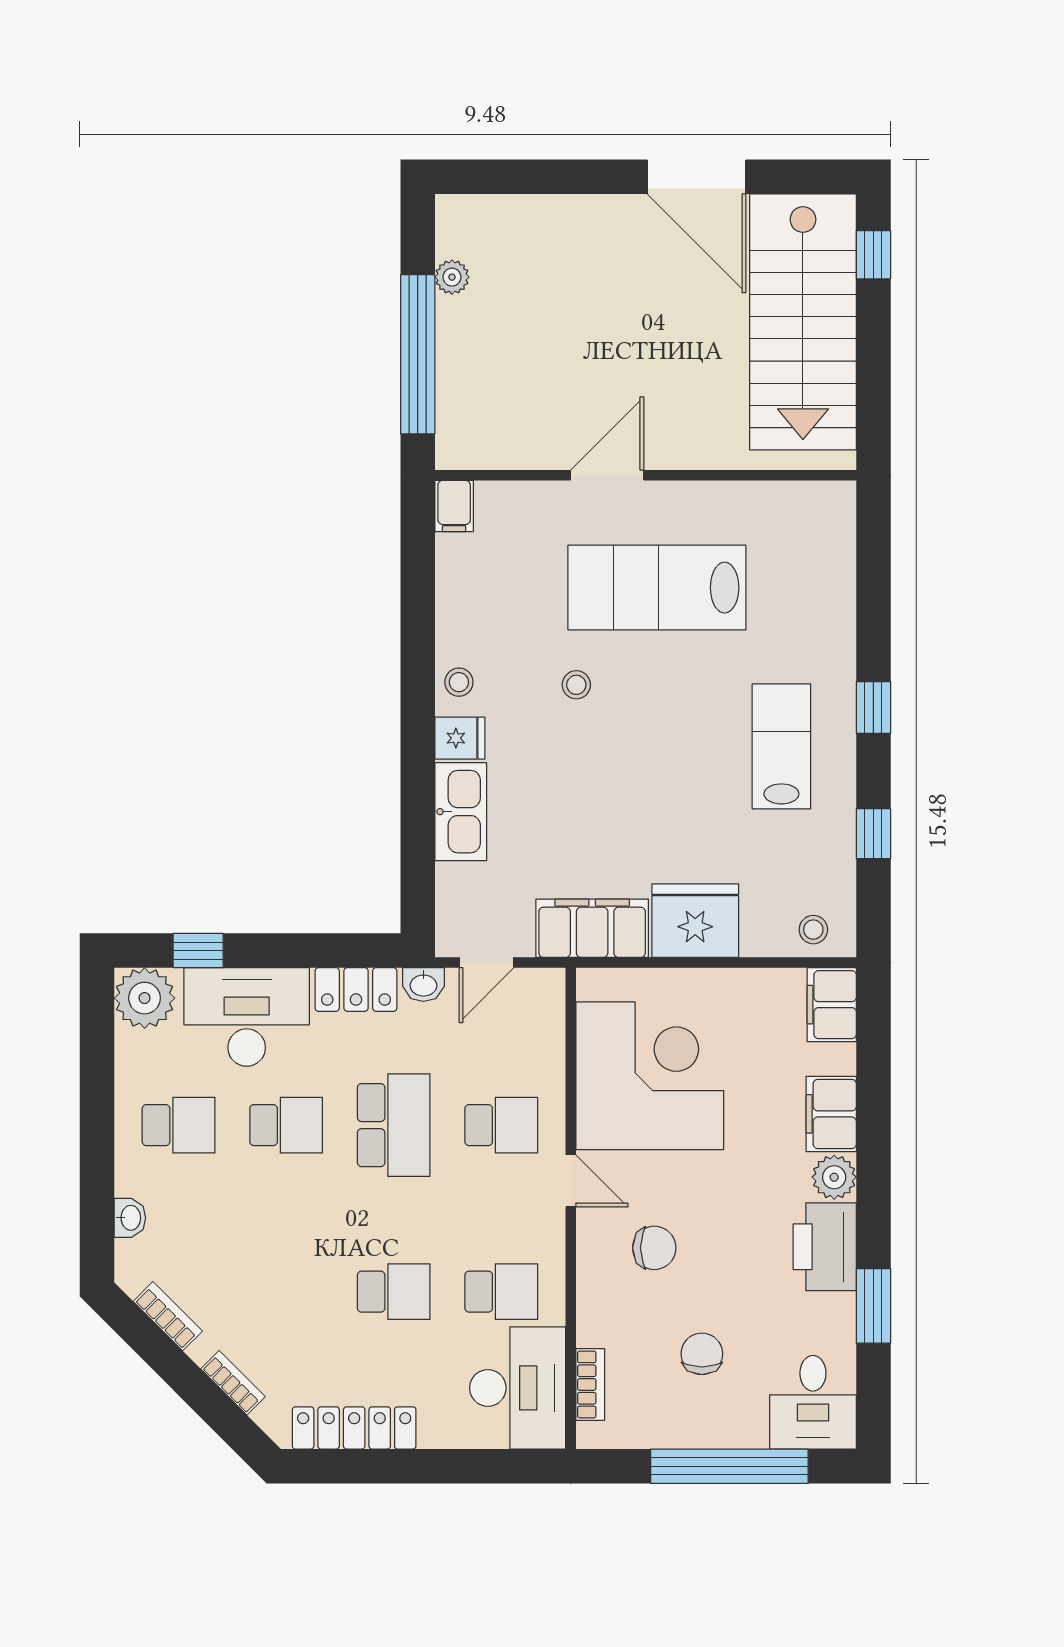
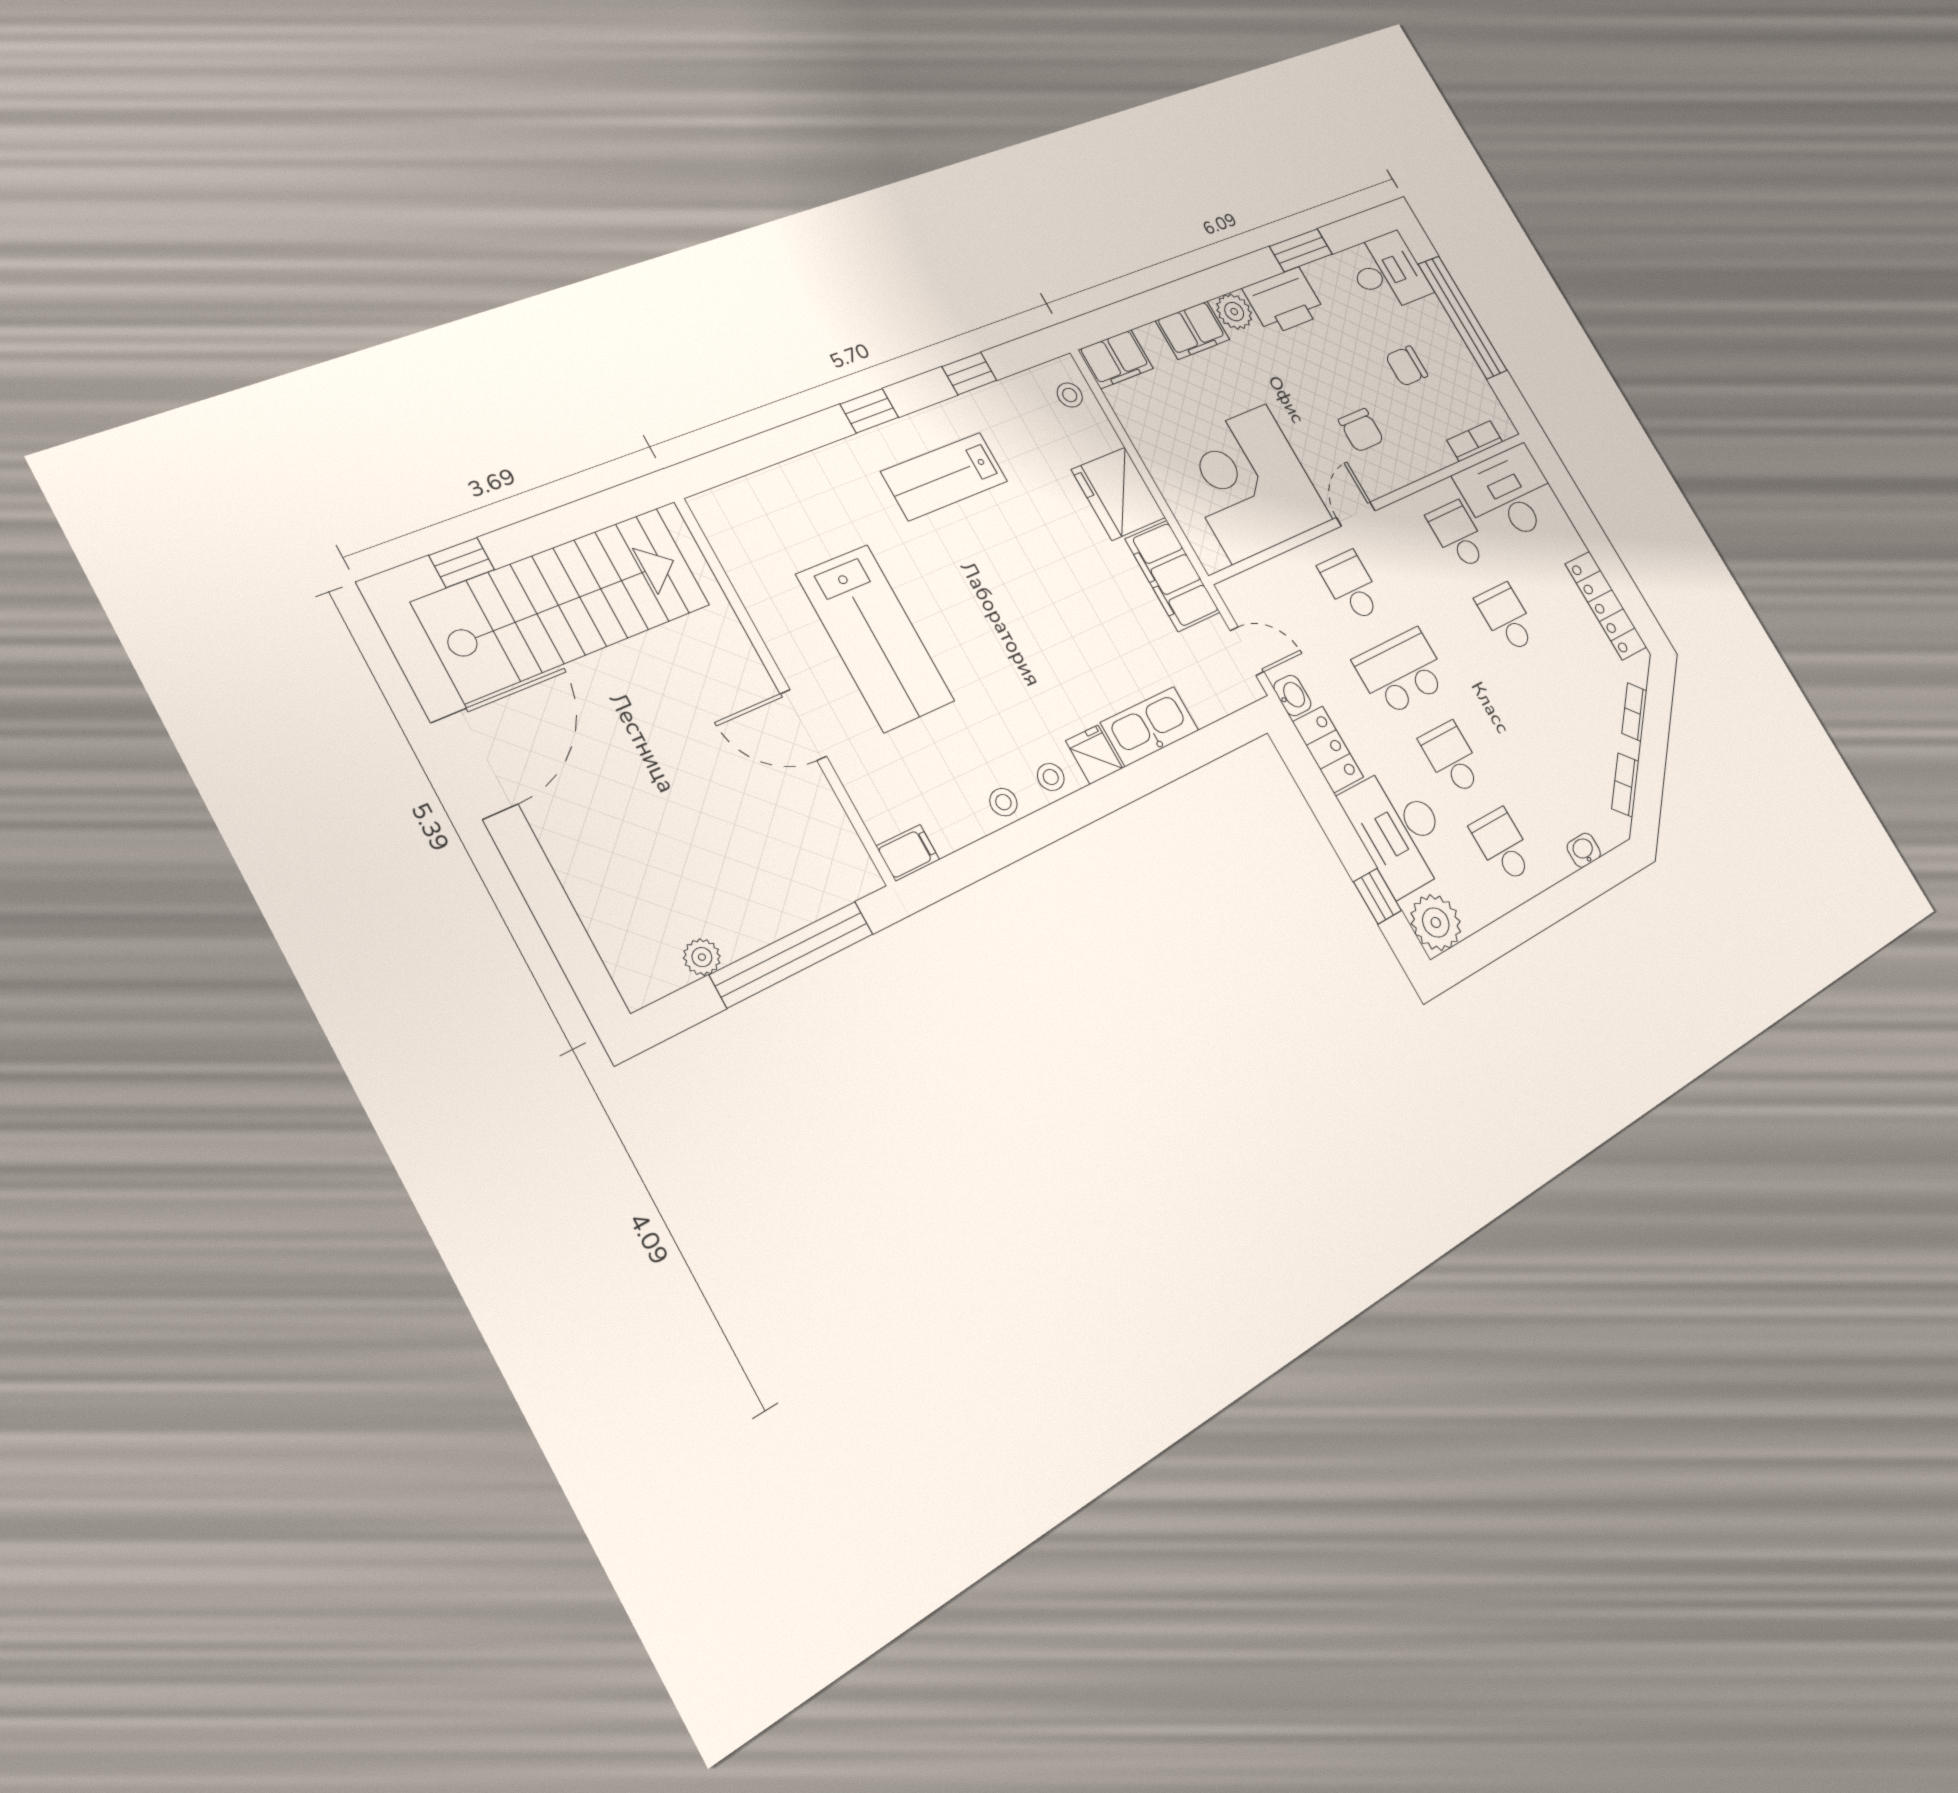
stool: (576, 685) -> (1003, 802), moved
chair: (654, 1248) -> (1361, 430), turned 180

